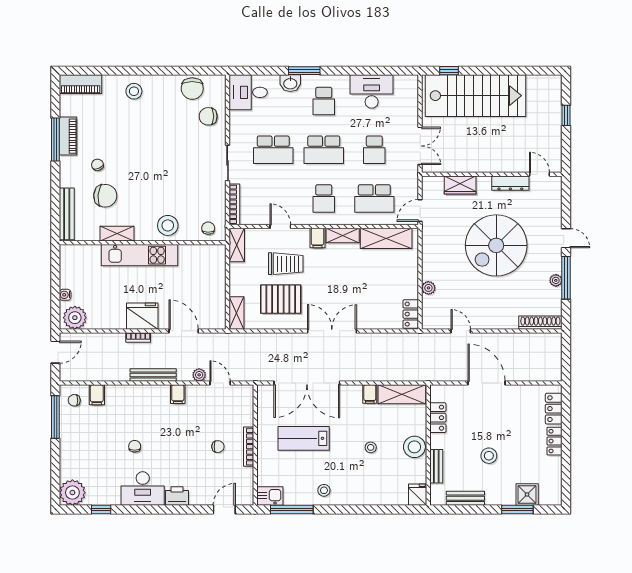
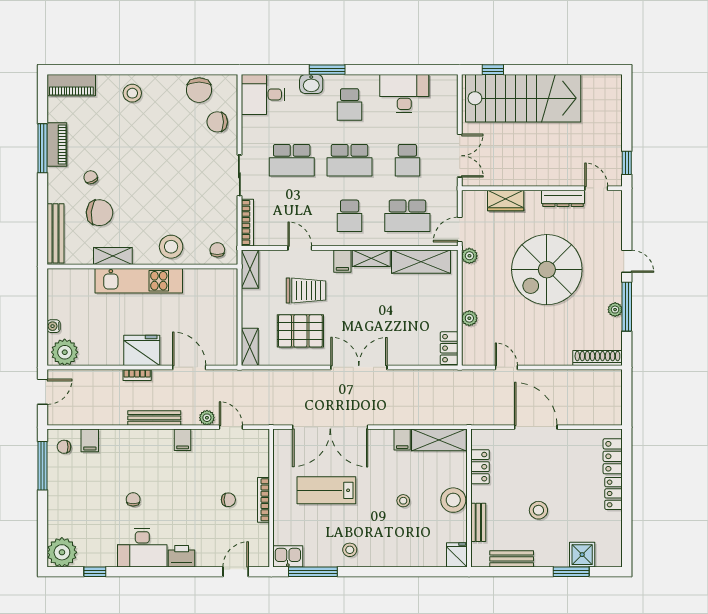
window: (566, 115) -> (627, 163), moved
plant: (429, 233) -> (469, 256), added

